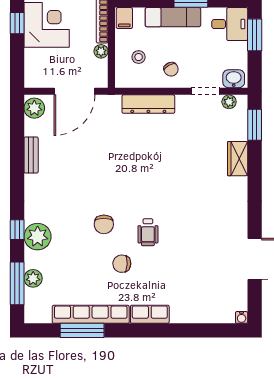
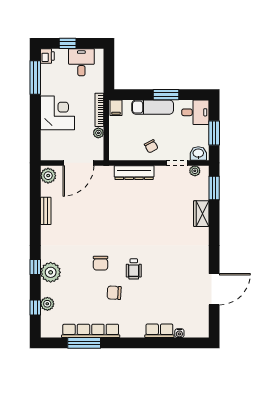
window: (17, 23) -> (35, 112), removed
window: (255, 35) -> (214, 133), moved
stool: (139, 57) -> (127, 137), removed
window: (17, 283) -> (35, 307), width x0.46
row of seats: (150, 314) -> (159, 331), moved
water cooler: (242, 317) -> (179, 333), moved

